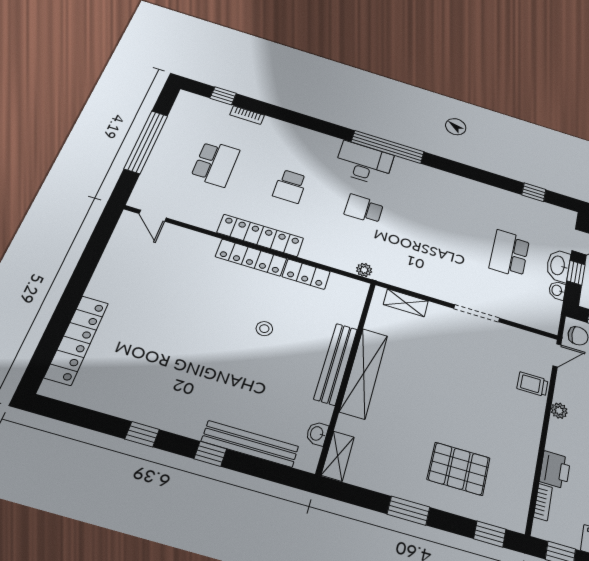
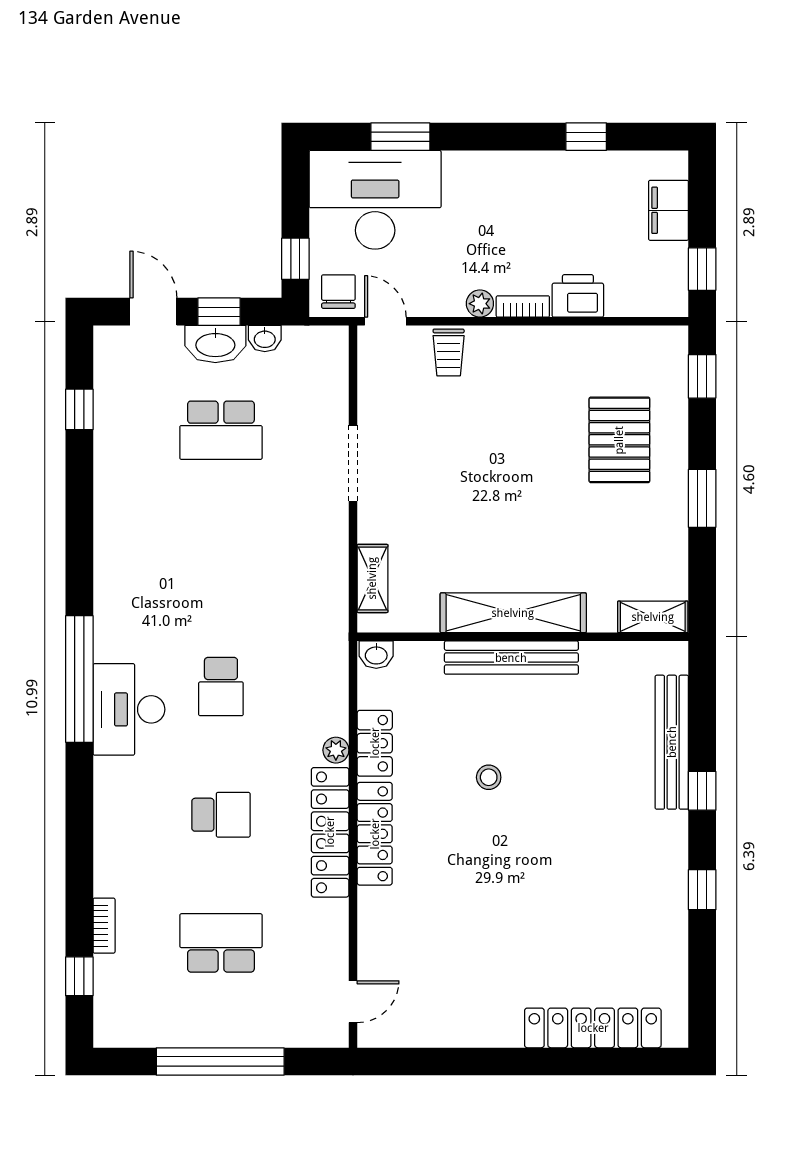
plant: (364, 270) -> (336, 750), moved
washbasin: (317, 434) -> (376, 655), moved
bookcase: (543, 502) -> (523, 306), moved

